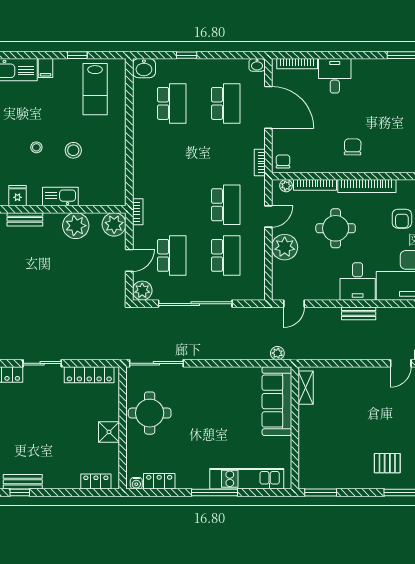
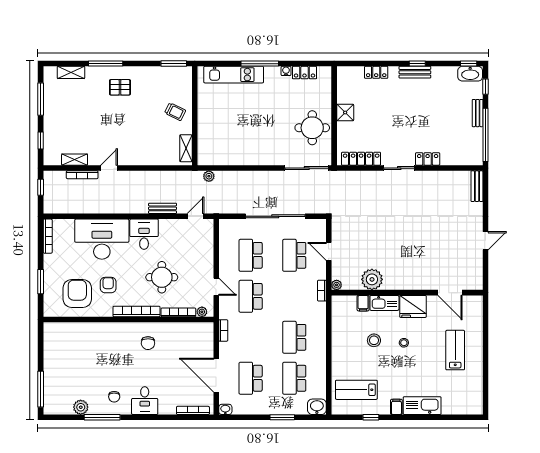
window: (187, 55) -> (282, 417), width x1.50
desk: (335, 76) -> (145, 401), moved
lab bench: (95, 89) -> (356, 390), turned -90
school desk: (172, 154) -> (294, 337), added
chair: (283, 161) -> (114, 397), moved
fridge: (17, 196) -> (413, 306), width x1.88, depth x1.34
filing cabinet: (87, 196) -> (363, 303), added
door: (268, 216) -> (216, 287), swing flipped
bench: (25, 219) -> (413, 285), removed
plant: (114, 224) -> (337, 285), width x0.53, depth x0.53
plant: (285, 247) -> (203, 262), removed
door: (129, 260) -> (329, 251), hinge flipped
plant: (142, 291) -> (318, 227), removed
bench: (359, 313) -> (163, 208), moved
sofa: (277, 401) -> (209, 137), removed
trolley: (319, 433) -> (175, 112), added
locker: (96, 482) -> (376, 72), moved
water cooler: (136, 483) -> (286, 71), moved

